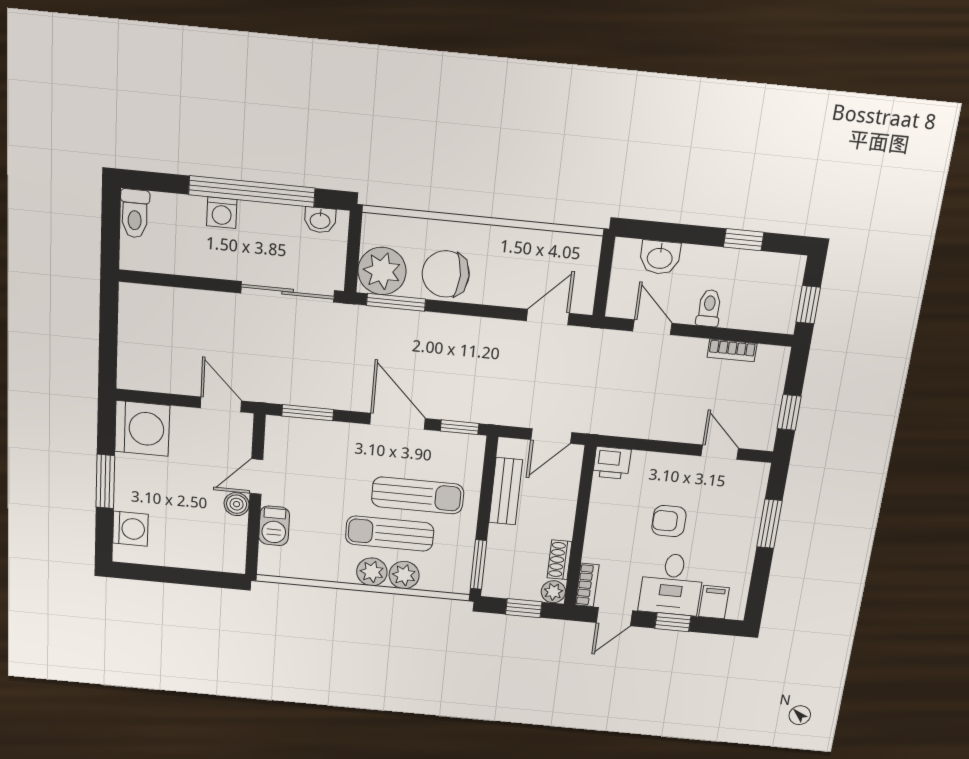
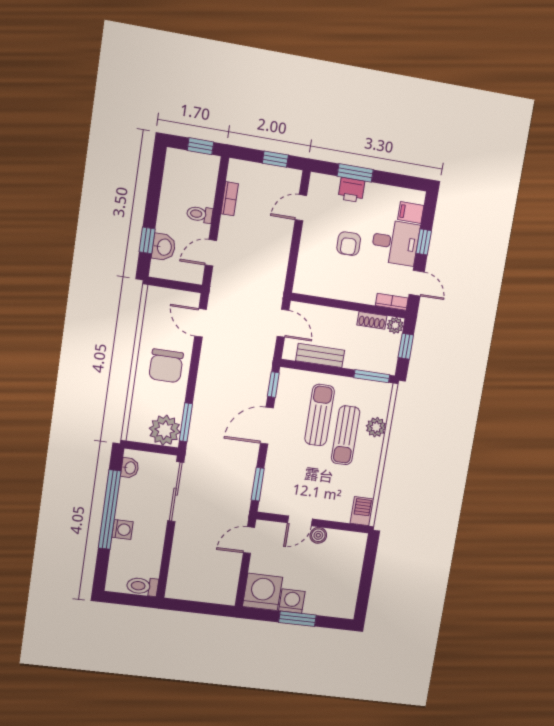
toilet: (135, 214) -> (142, 586), moved, turned 180
window: (744, 240) -> (147, 240), moved
chair: (446, 274) -> (166, 366), moved
printer: (612, 463) -> (351, 190), moved, turned 90
door: (256, 477) -> (300, 521), hinge flipped
barbecue: (274, 526) -> (362, 511), moved, turned -90
washing machine: (130, 529) -> (292, 601), moved
plant: (372, 572) -> (372, 449), removed

